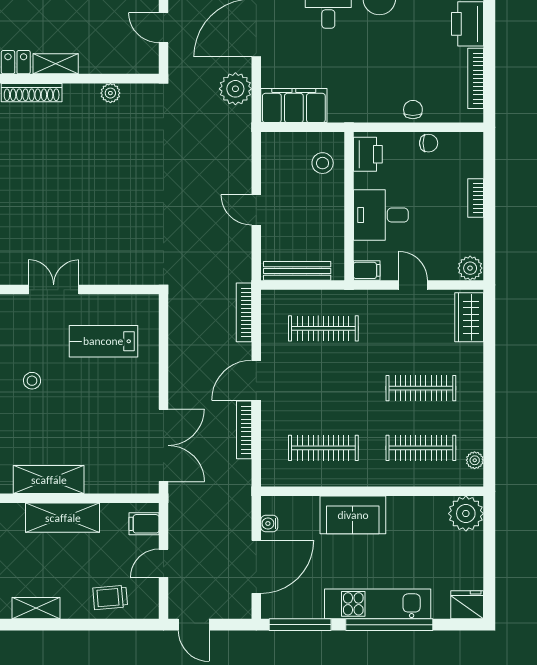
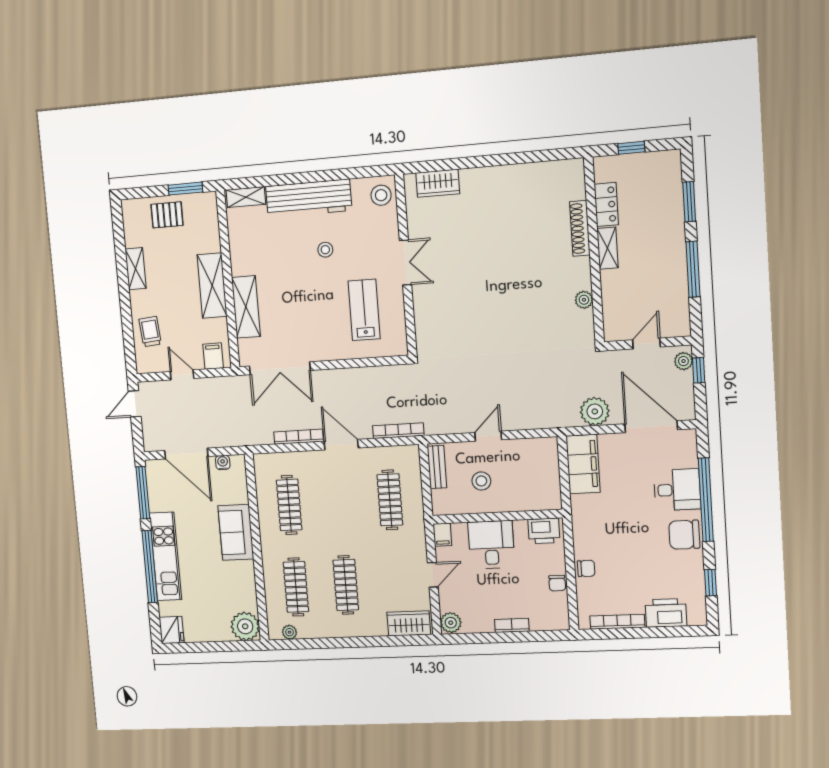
stool: (323, 163) -> (481, 481), moved
bench: (297, 271) -> (437, 467), width x0.73
shelving: (49, 480) -> (246, 307), moved

